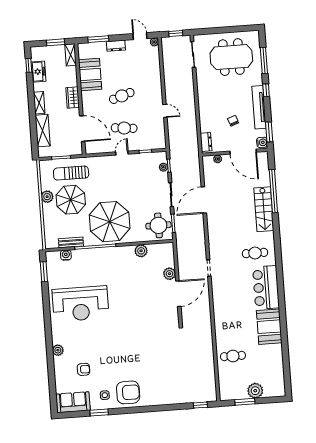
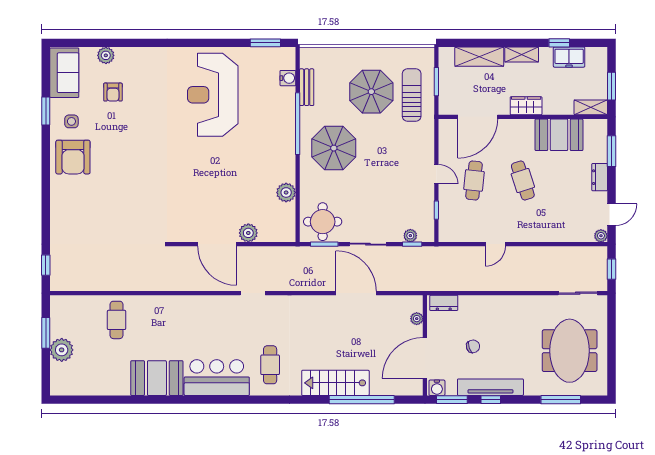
window: (29, 65) -> (559, 43), moved
window: (266, 90) -> (491, 400), moved
plant: (47, 197) -> (379, 56), removed
parasol: (110, 222) -> (334, 148), width x0.73, depth x0.73
plant: (58, 350) -> (106, 55), moved

